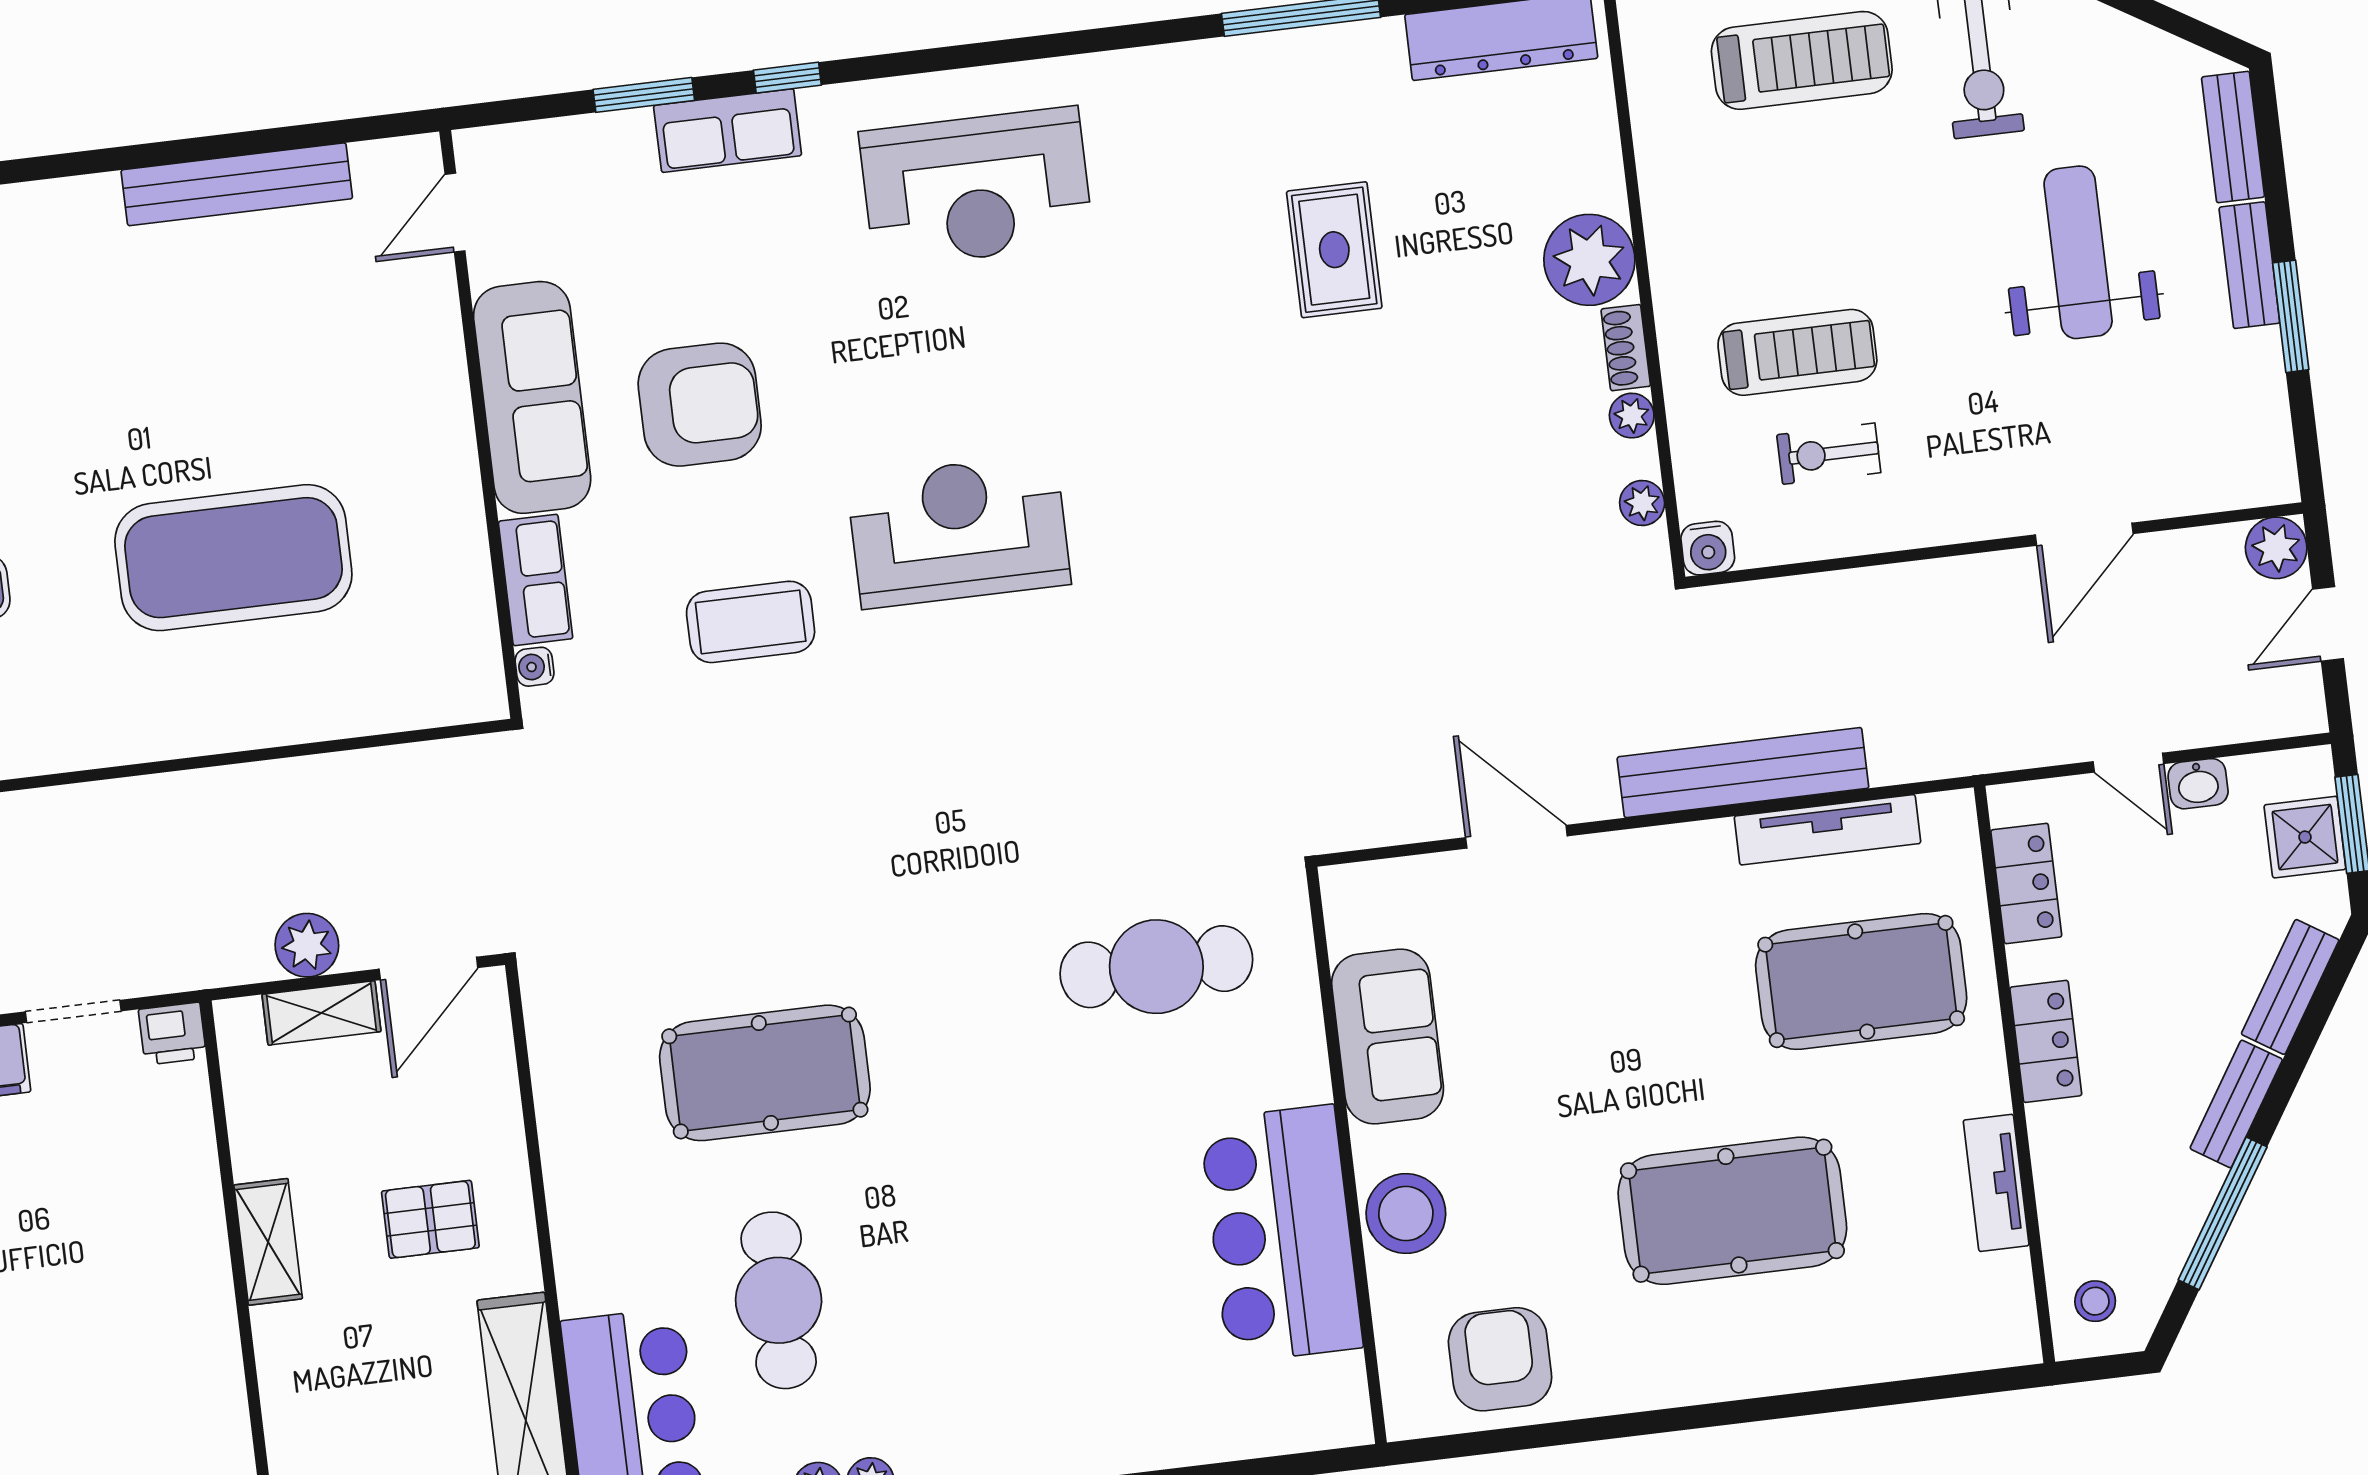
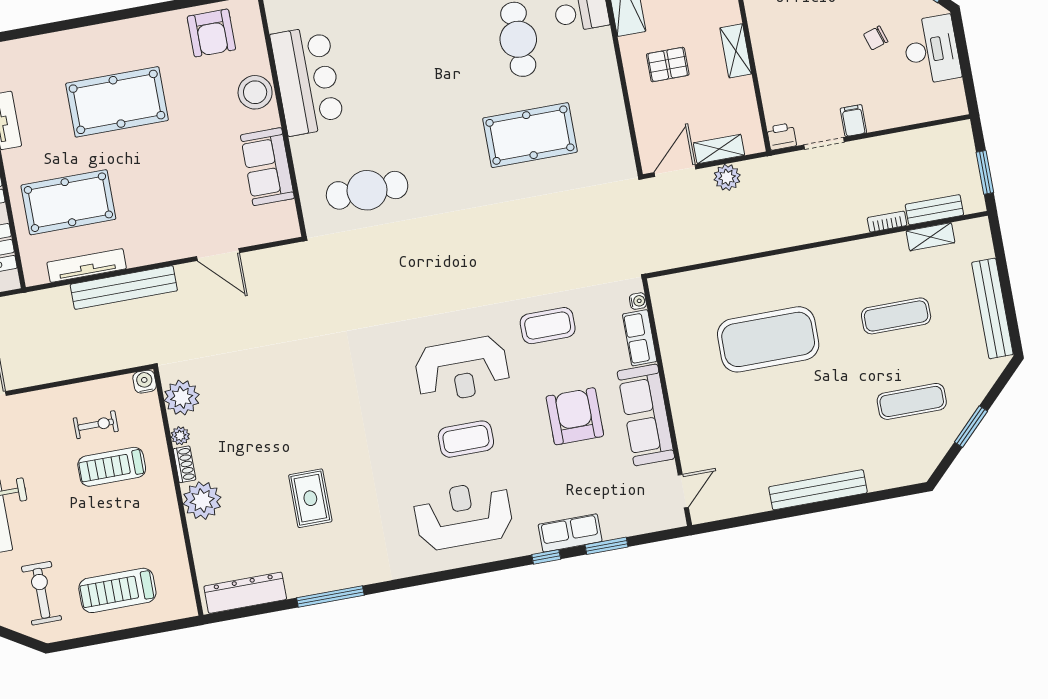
bench: (237, 184) -> (818, 490), moved
coffee table: (959, 367) -> (466, 439), added
armchair: (700, 405) -> (575, 416), turned 90
plant: (1642, 503) -> (182, 397), width x1.88, depth x1.88

